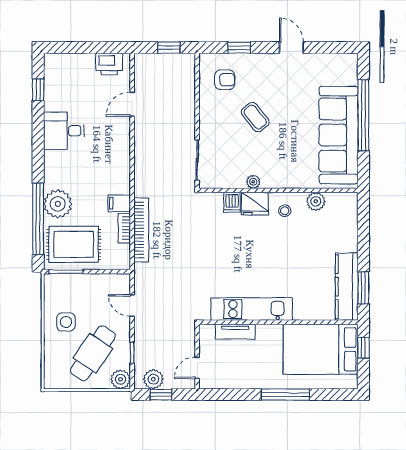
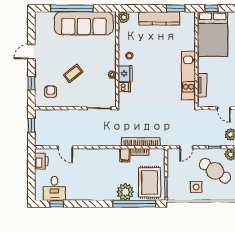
desk: (64, 131) -> (54, 188), moved
plant: (316, 201) -> (124, 17), moved
kitchen counter: (347, 287) -> (159, 18), moved

